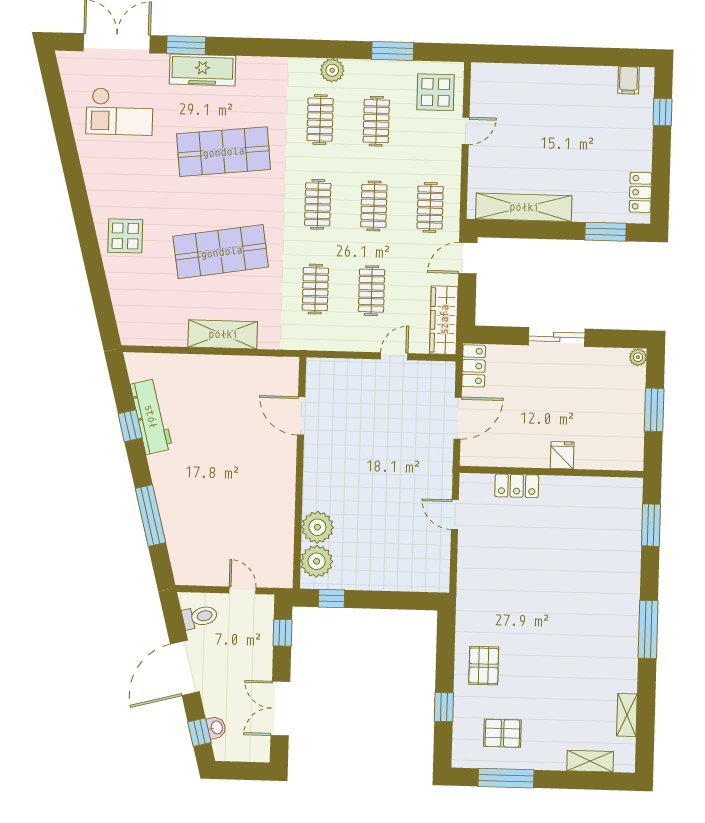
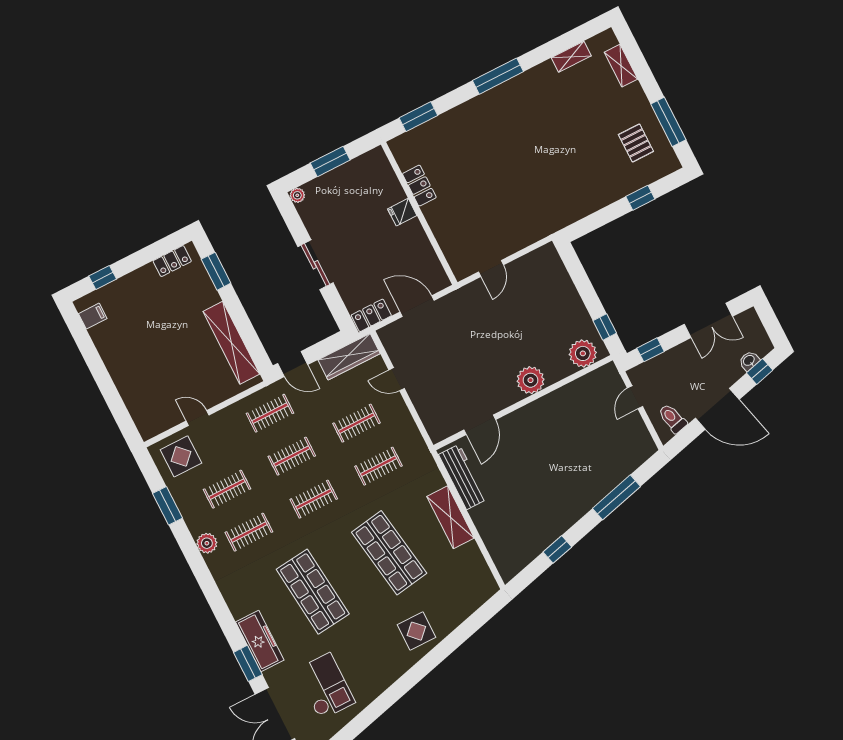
workbench: (151, 416) -> (463, 477), moved, turned 104
locker: (517, 486) -> (419, 186), moved
plant: (317, 527) -> (531, 380), moved
pallet: (484, 666) -> (593, 185), removed

